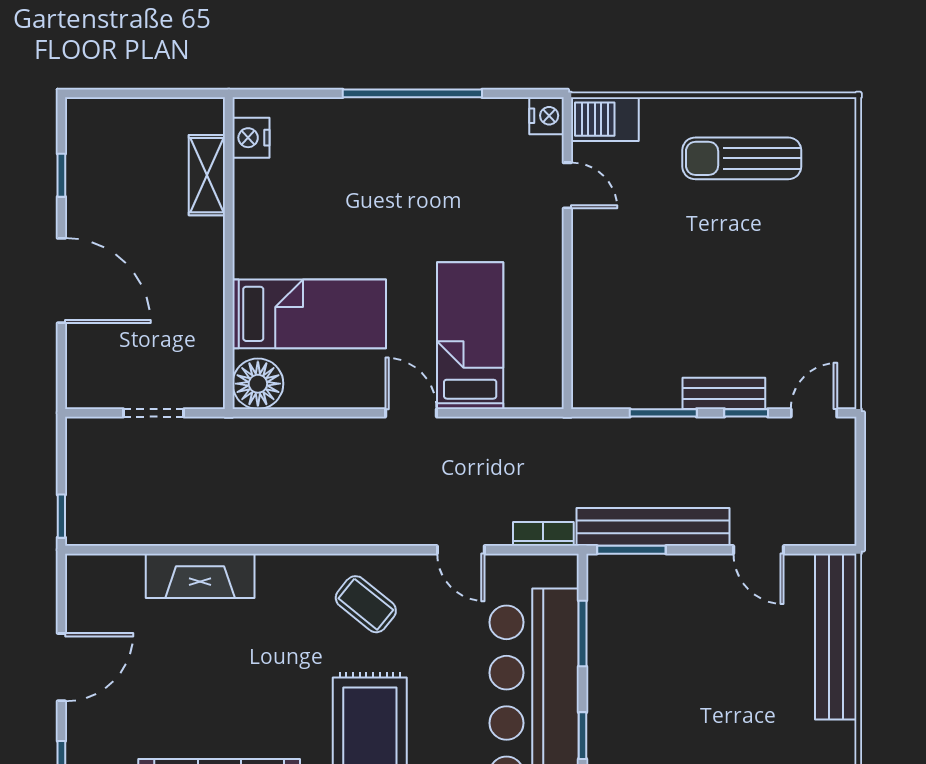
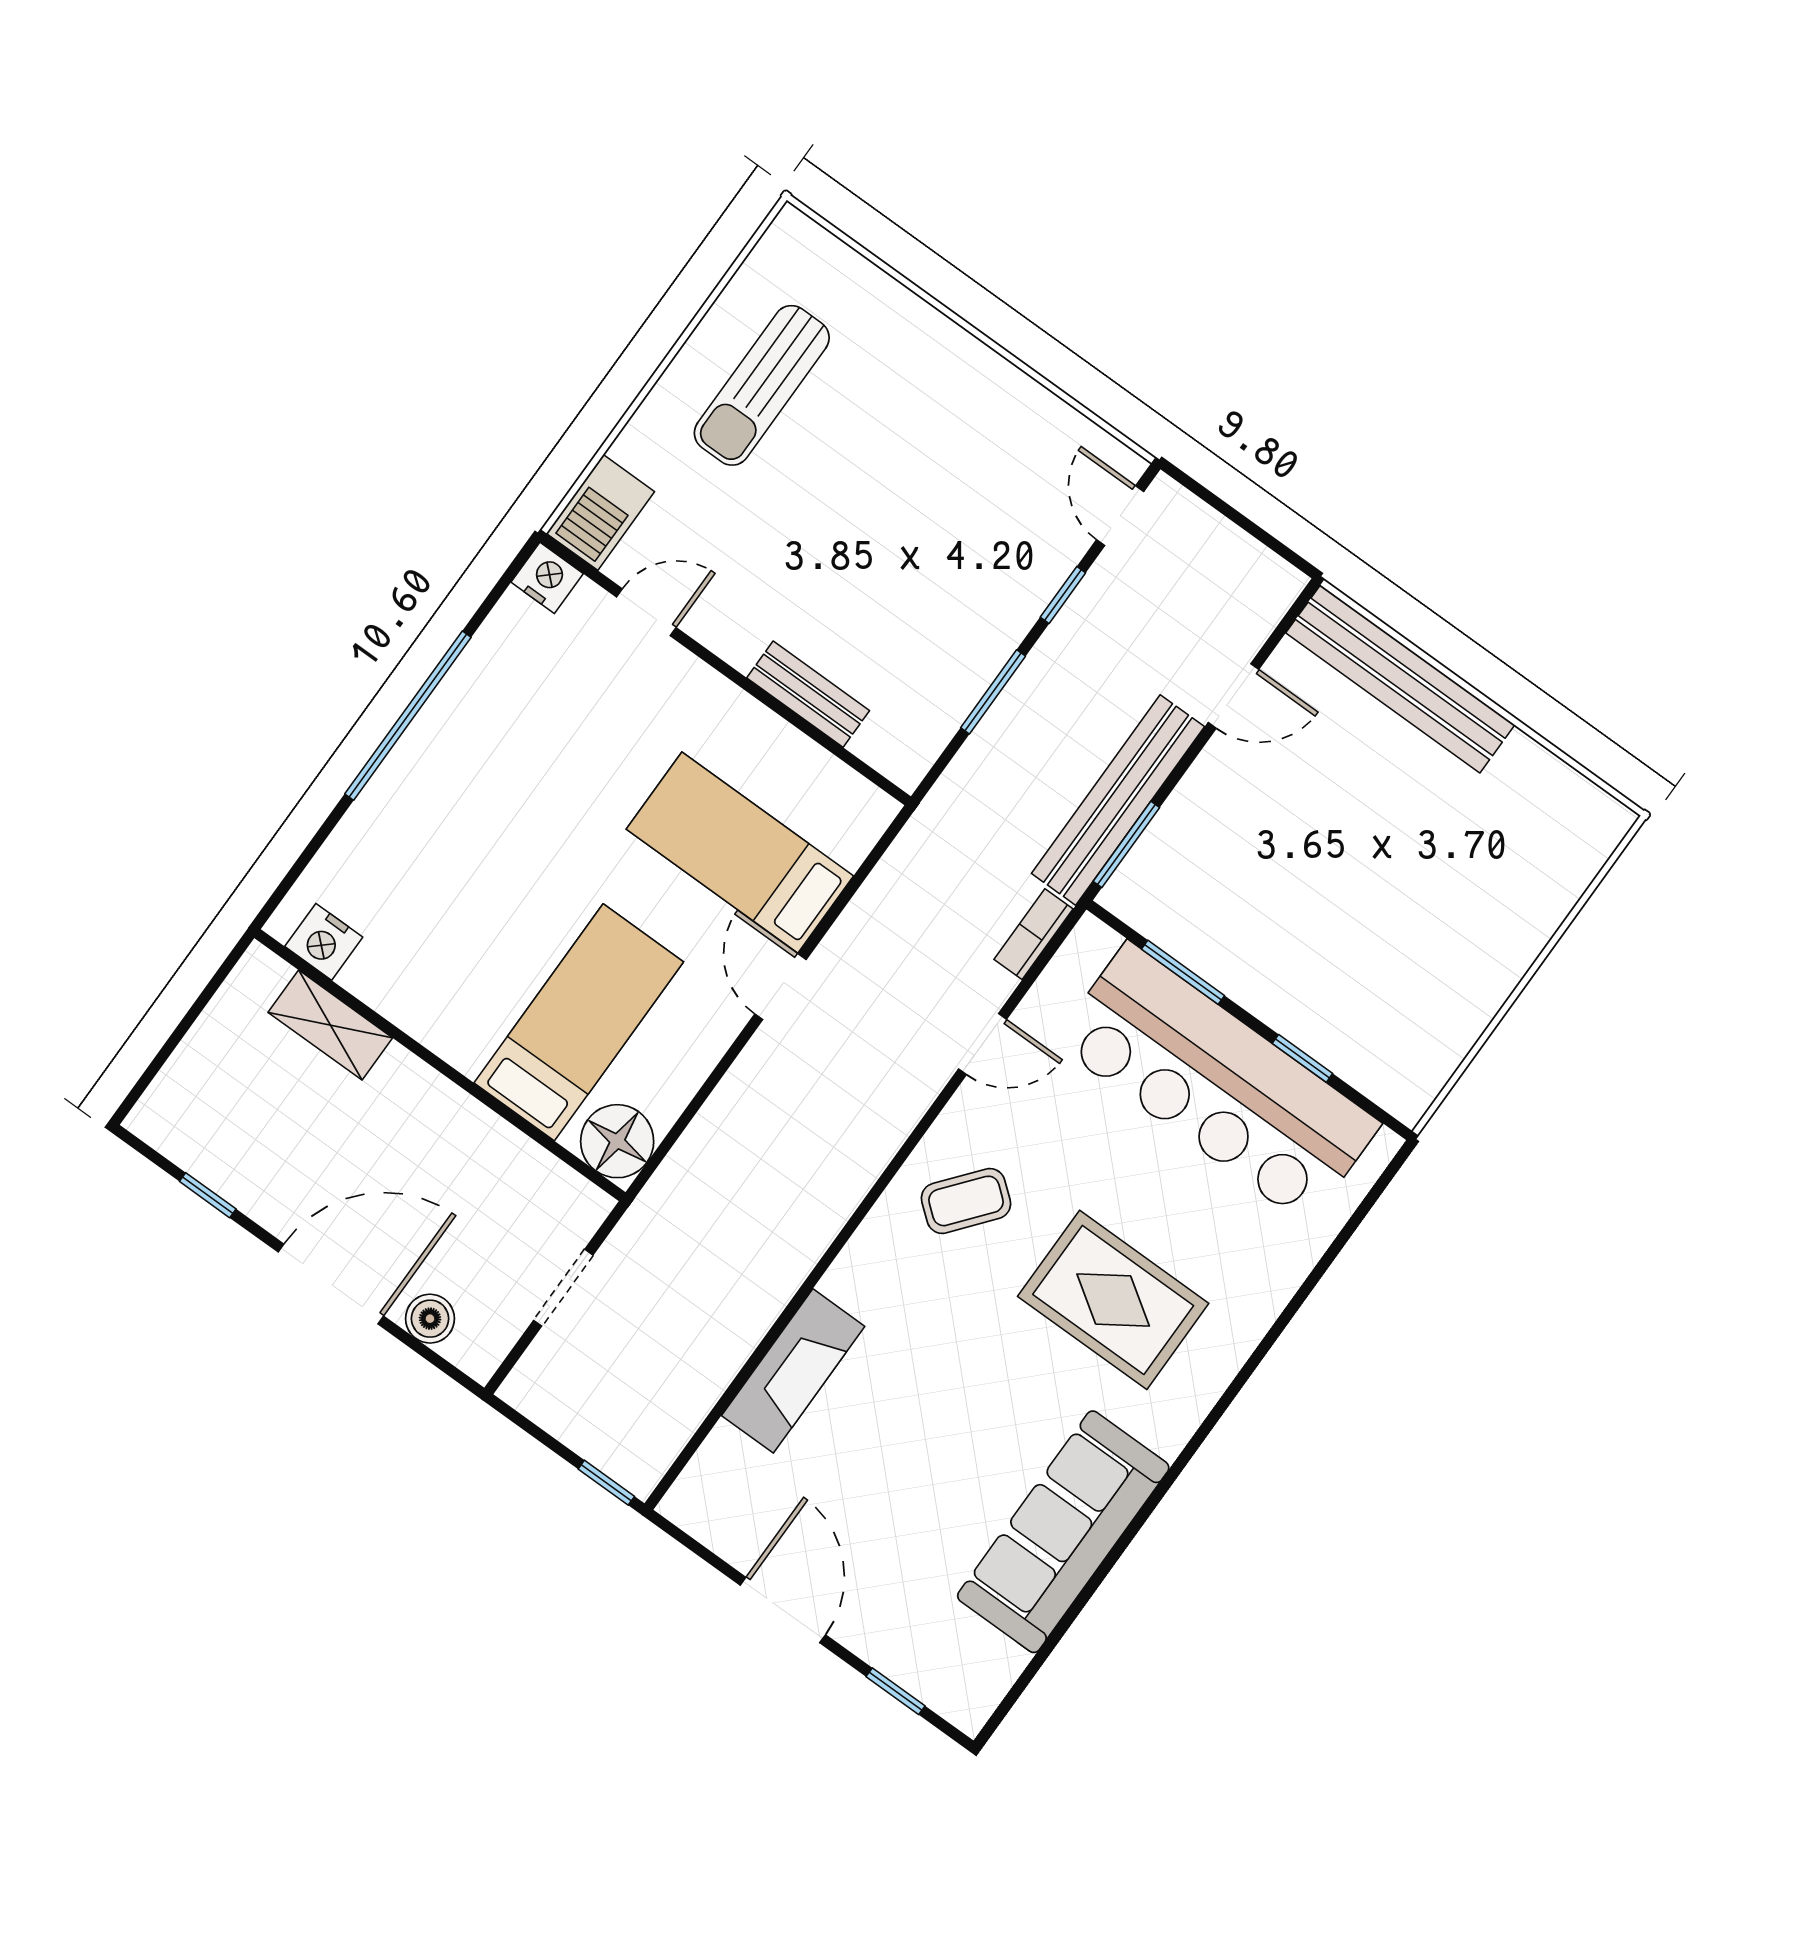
boiler: (82, 350) -> (430, 1319), added
bench: (724, 393) -> (808, 694), moved, turned 90
door: (411, 413) -> (780, 987), hinge flipped

